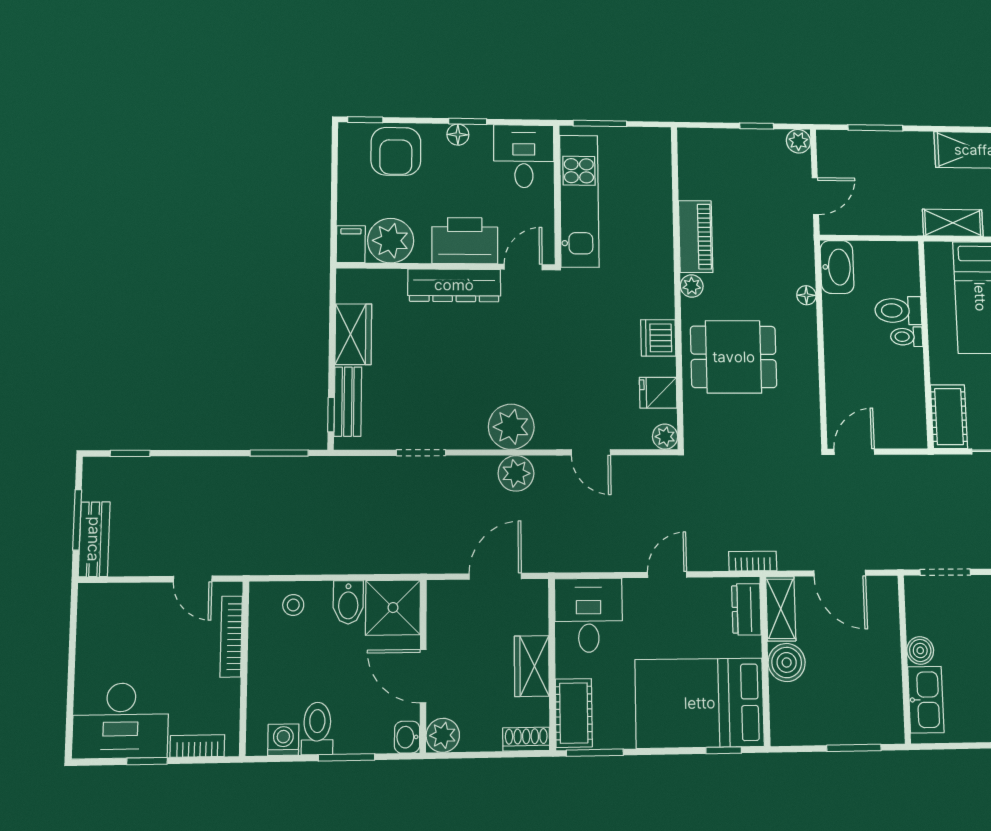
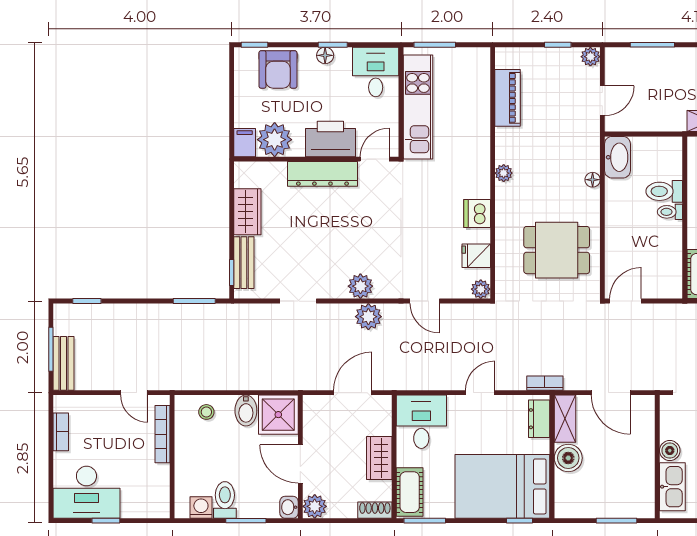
piano: (696, 236) -> (508, 98), moved
dining table: (734, 357) -> (557, 250), moved
plant: (511, 427) -> (360, 286), width x0.73, depth x0.73
bookcase: (197, 746) -> (61, 432), moved, turned 90

